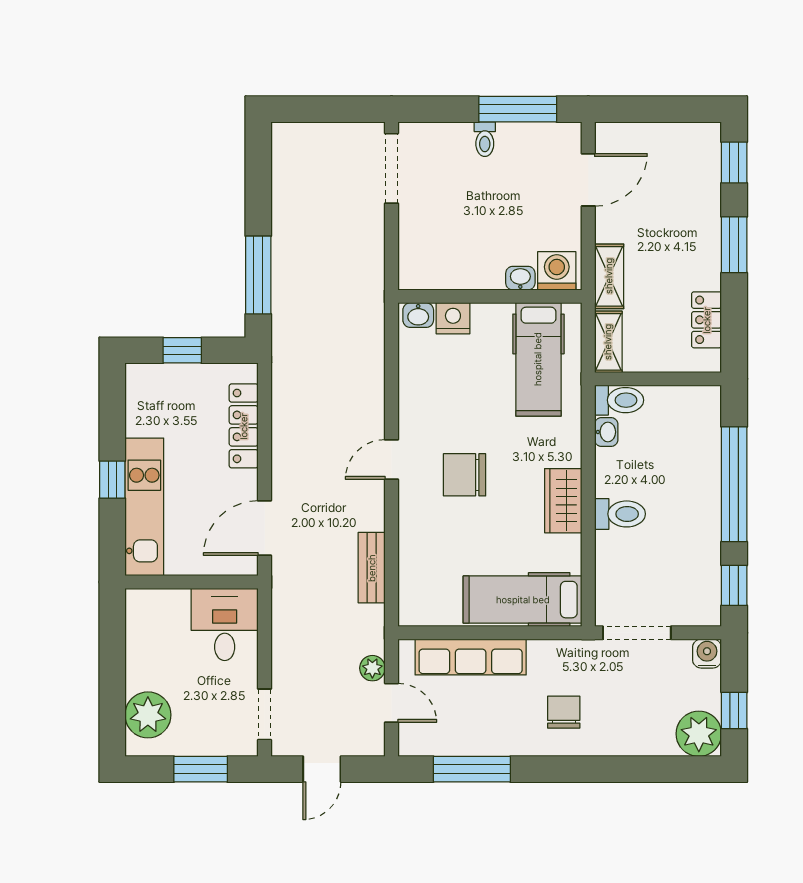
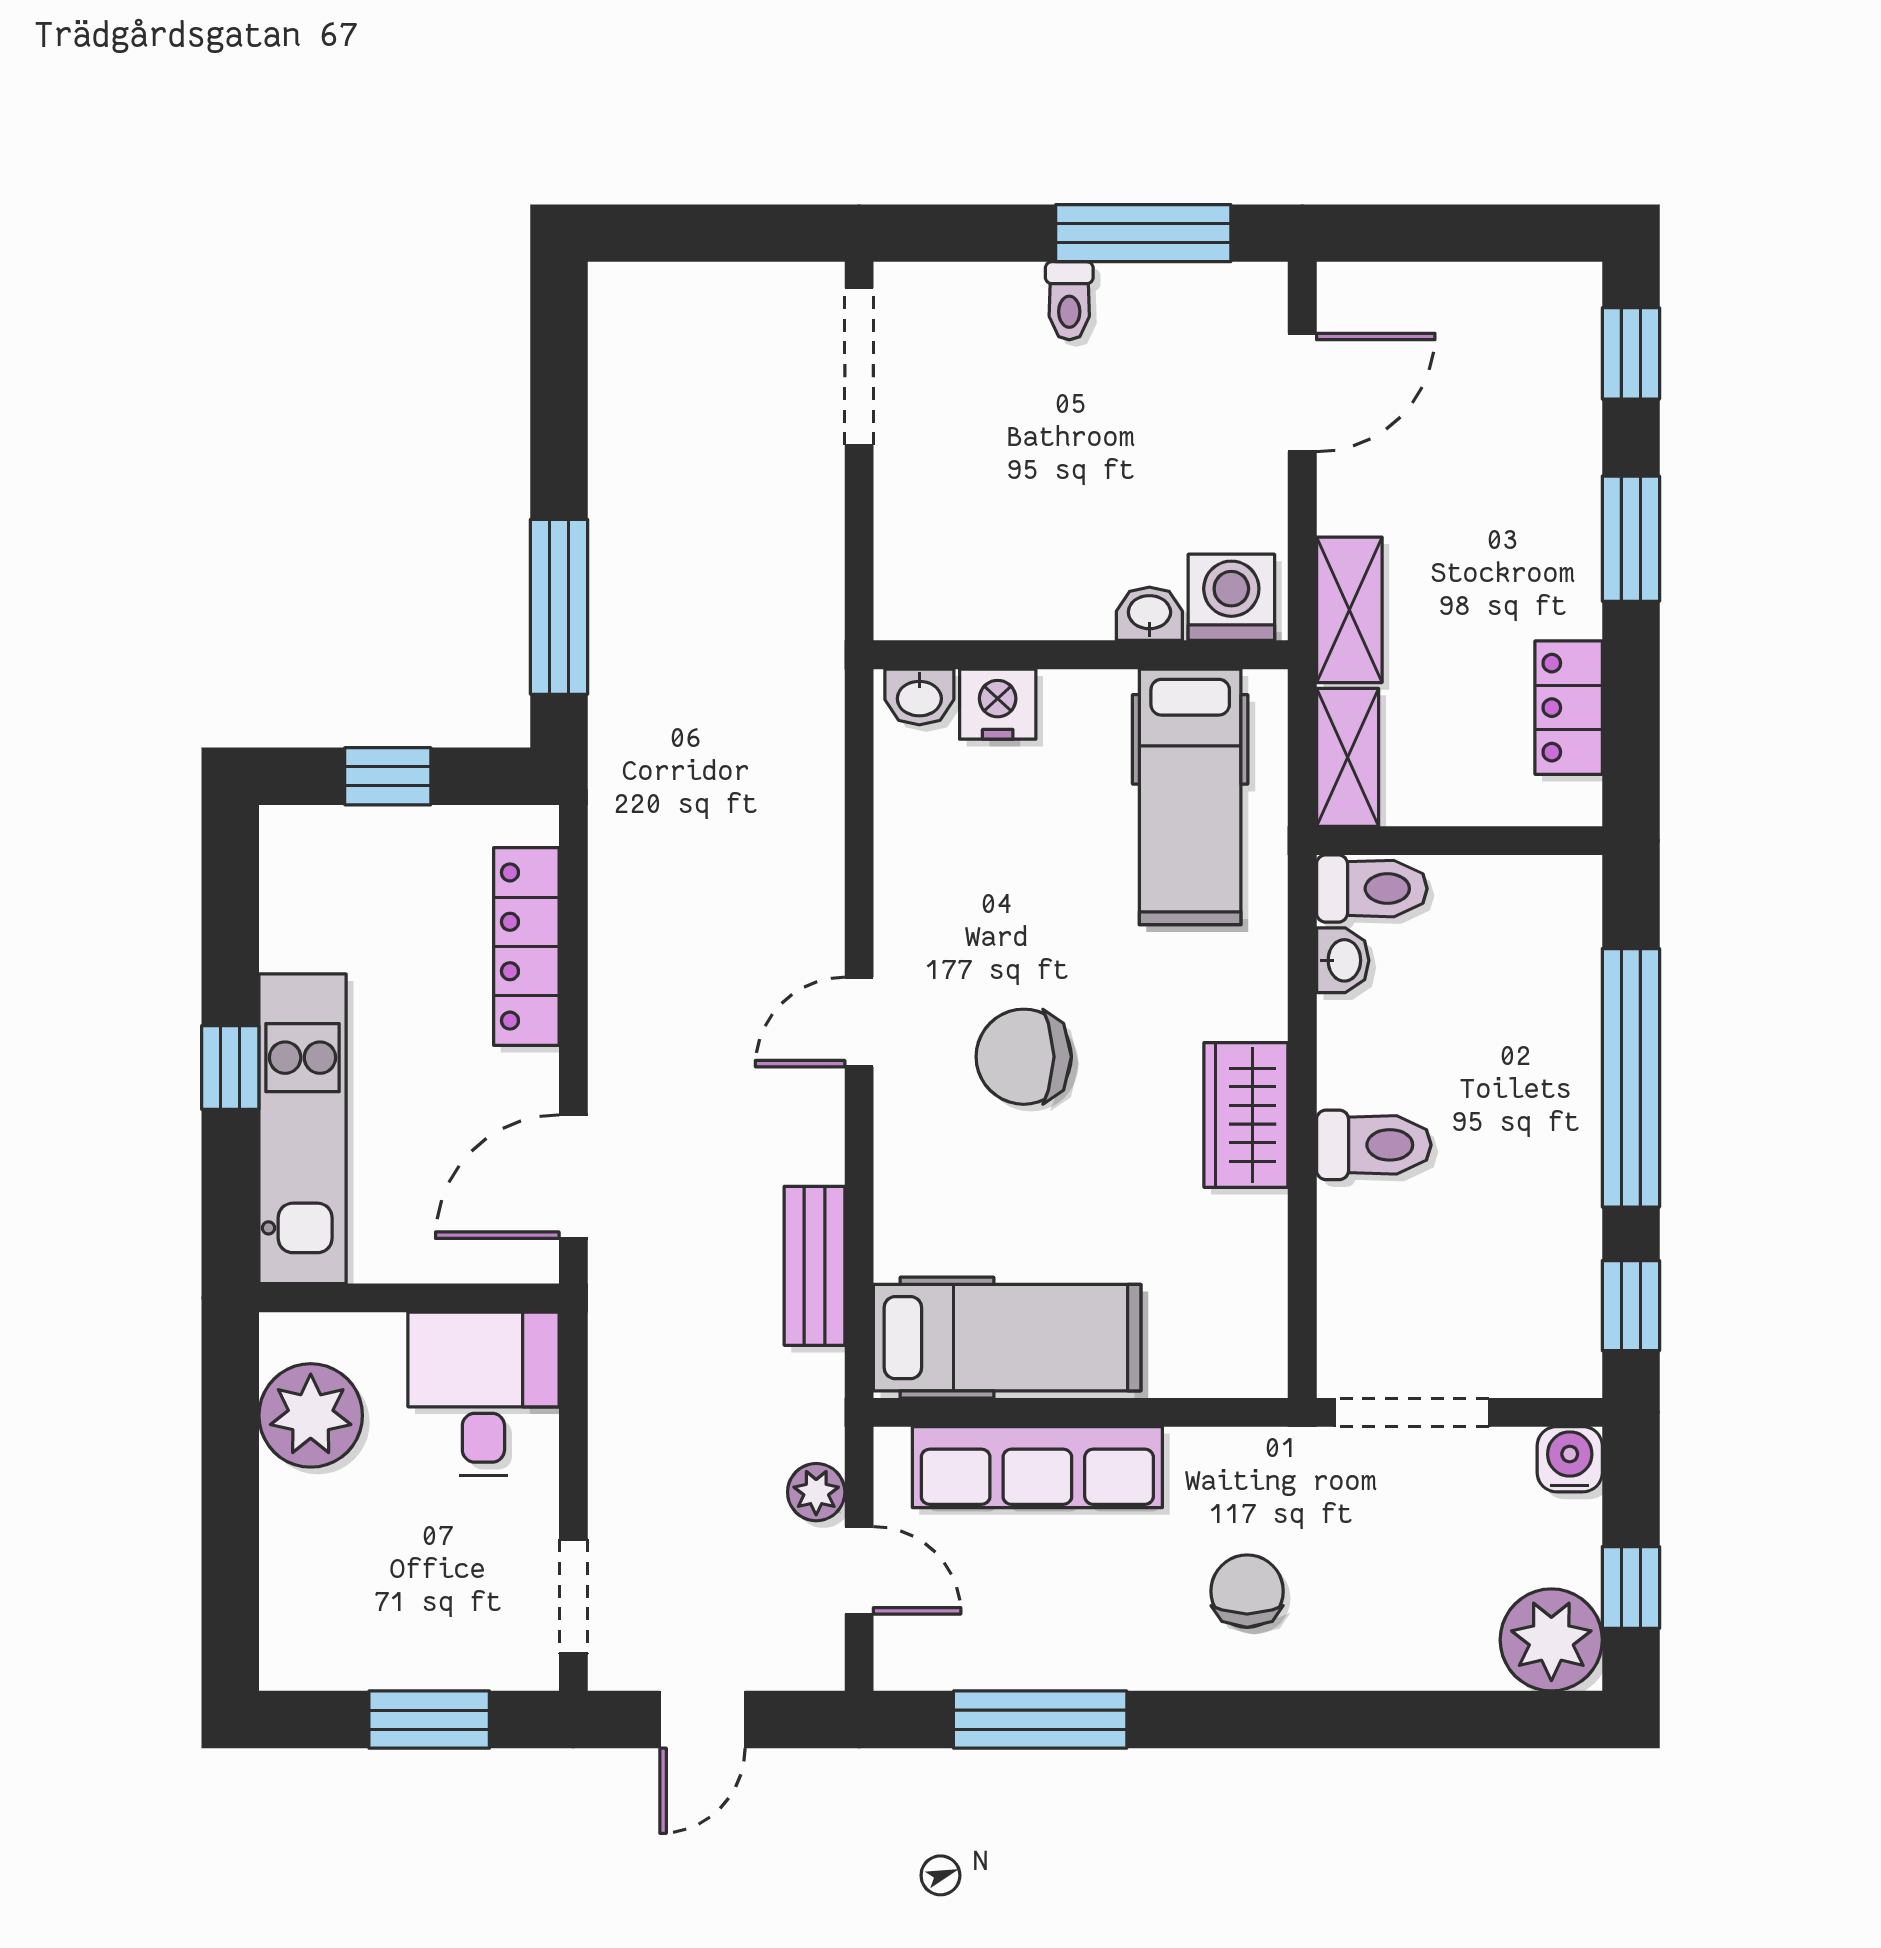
hospital bed: (523, 600) -> (1007, 1338), moved, turned 180
plant: (148, 715) -> (311, 1415), moved

